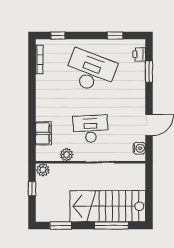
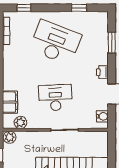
printer: (139, 54) -> (102, 72), moved
plant: (67, 155) -> (20, 122), moved

